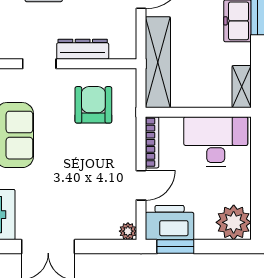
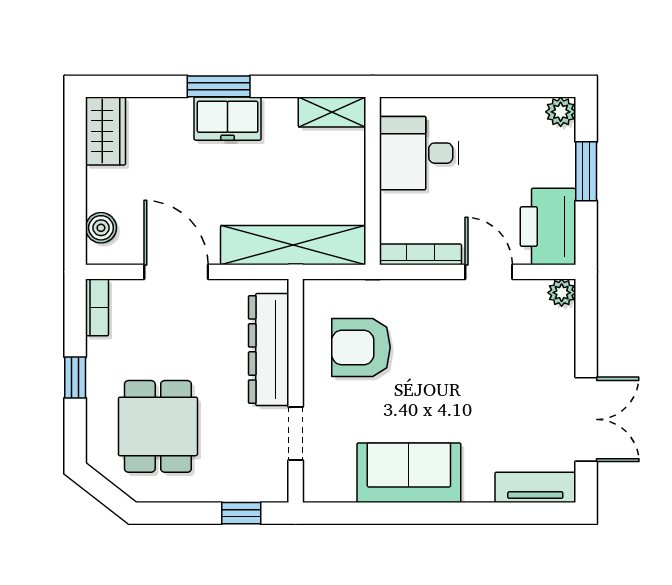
dresser: (83, 49) -> (269, 349), width x1.37, depth x1.24
desk: (216, 142) -> (419, 153), width x0.73
plant: (234, 222) -> (561, 112), width x0.53, depth x0.53
window: (175, 247) -> (586, 171), moved

